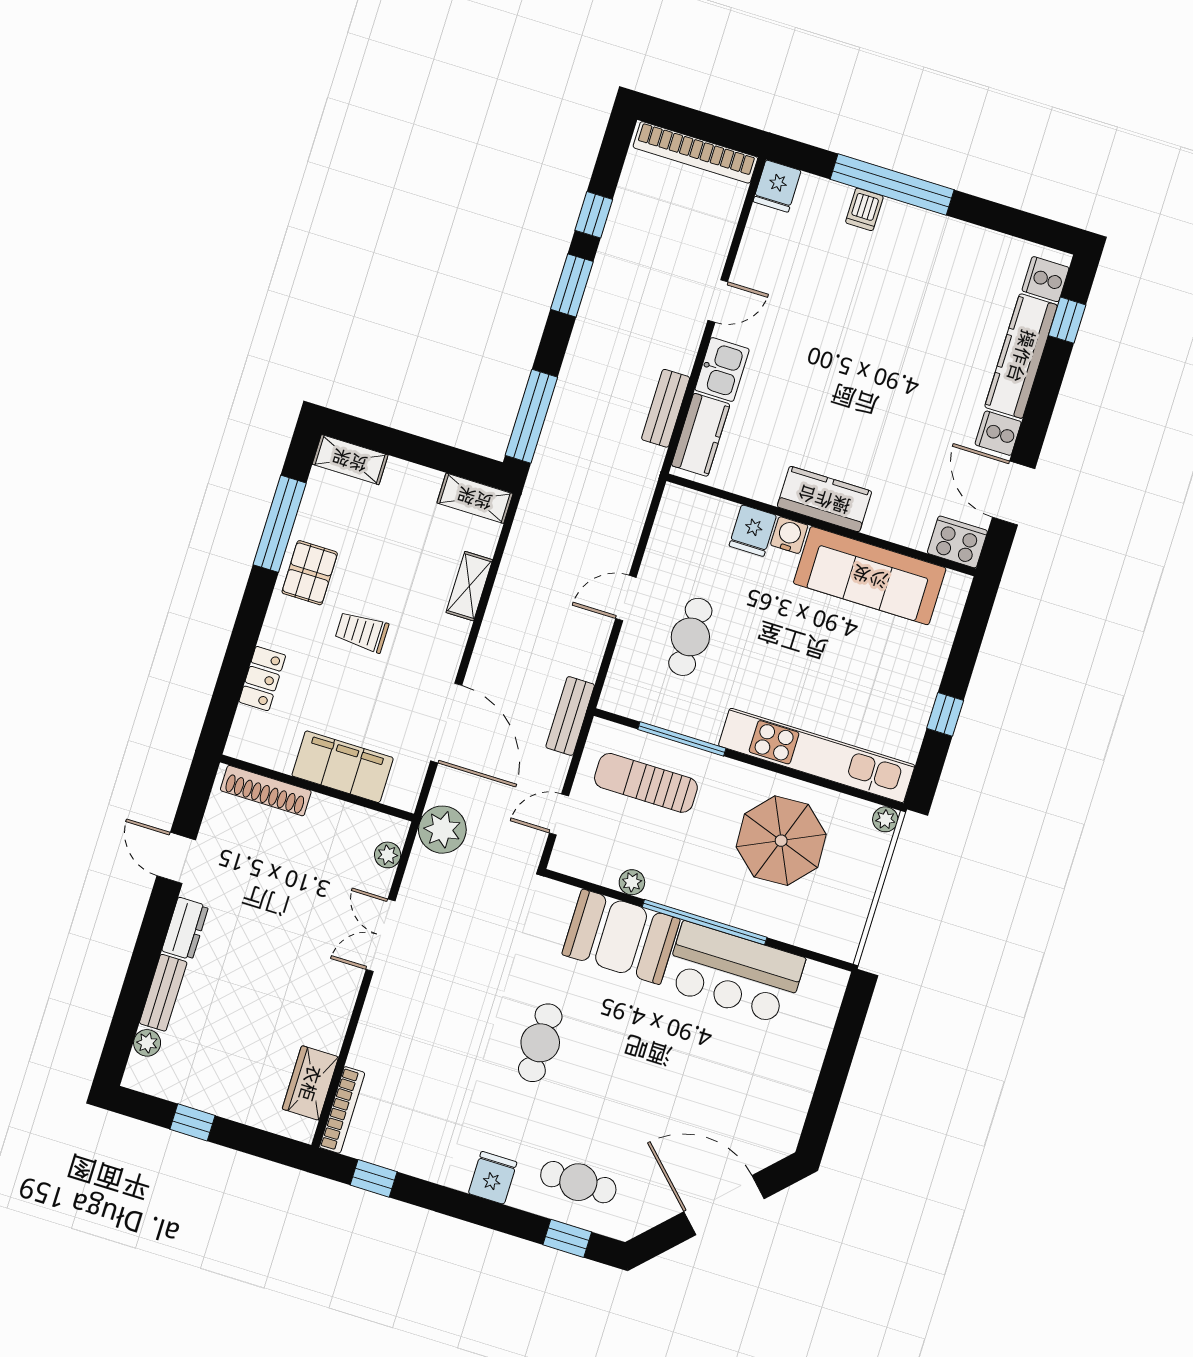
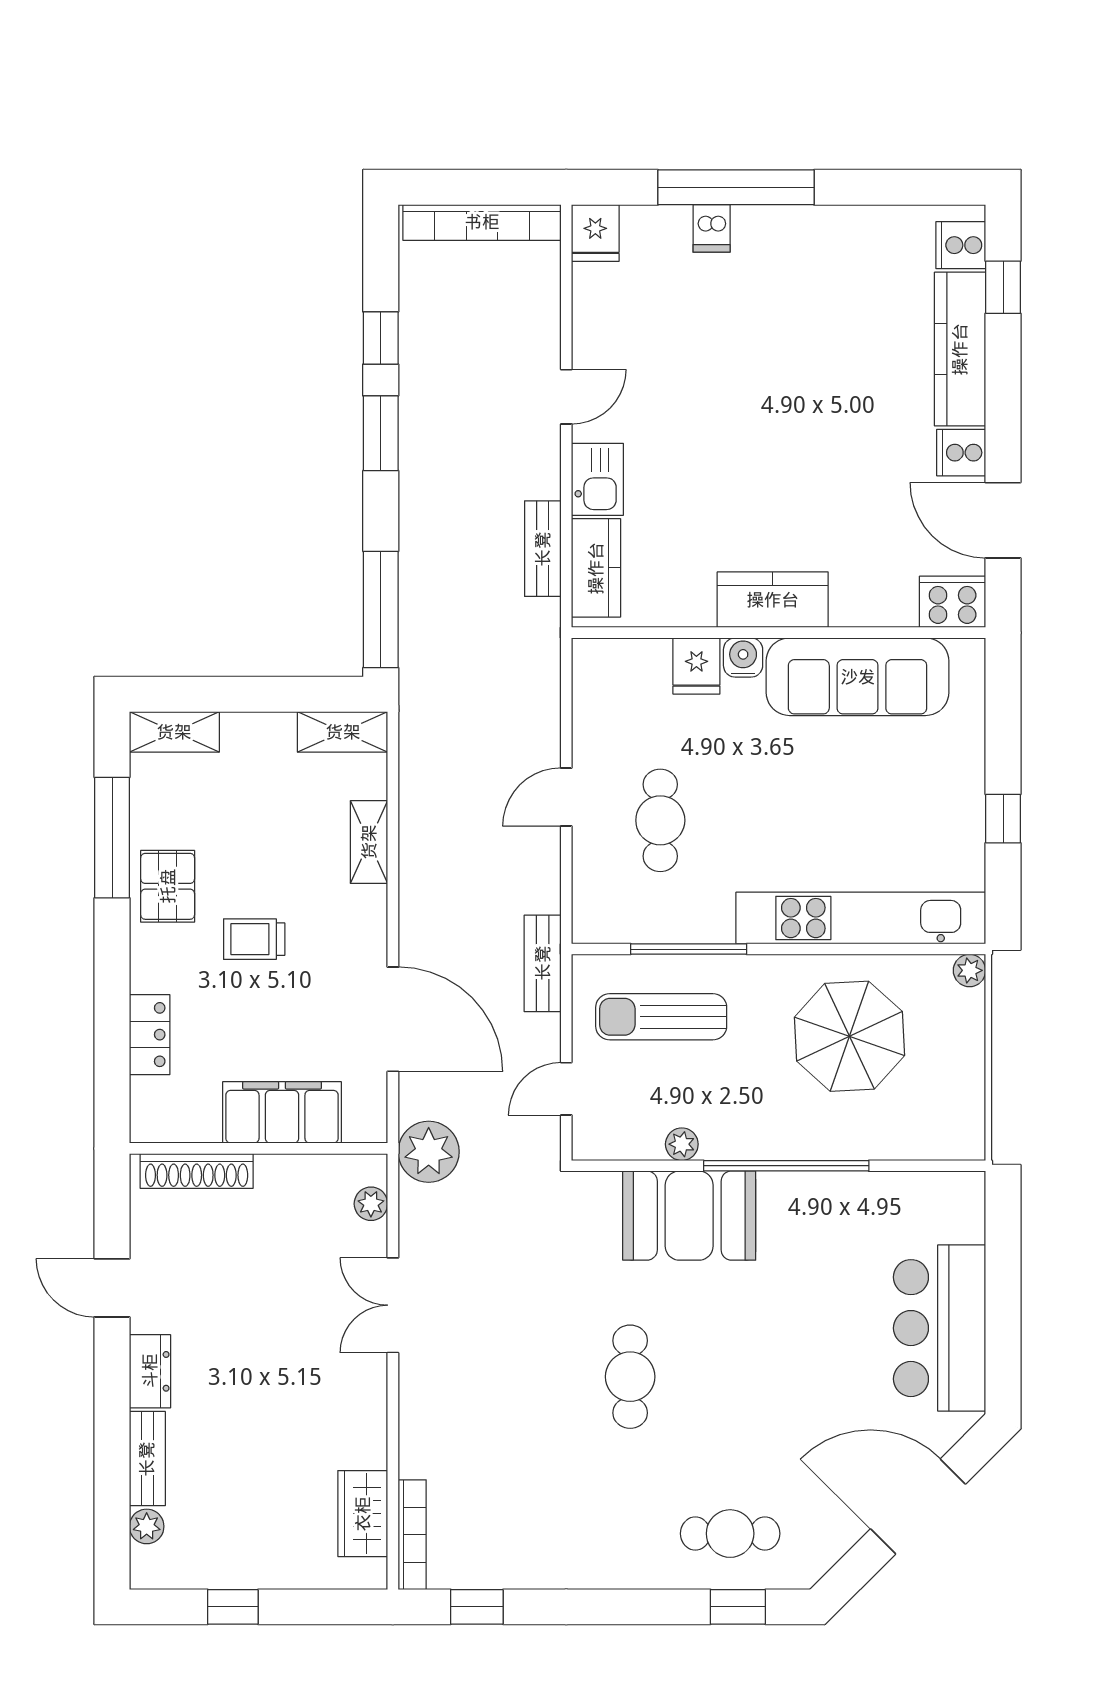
bar counter: (734, 973) -> (940, 1328), moved, turned 90
fridge: (493, 1178) -> (623, 1561), removed

